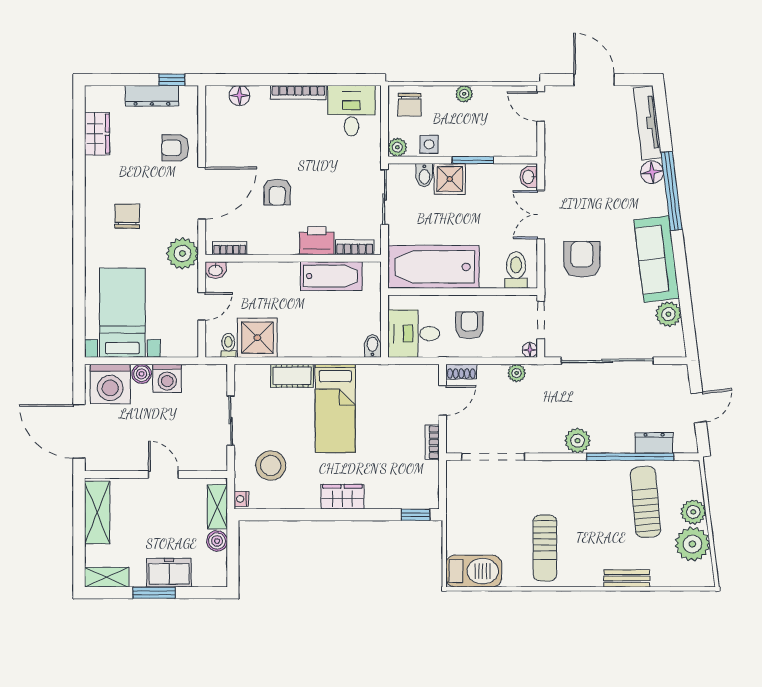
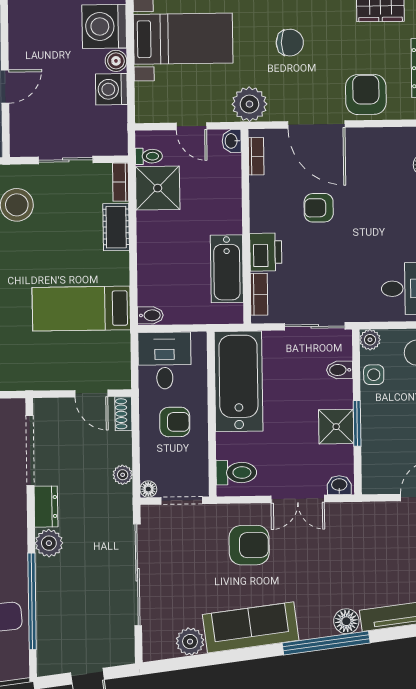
armchair: (175, 148) -> (366, 94), width x1.38, depth x1.38
shower: (450, 179) -> (336, 427), moved
double door: (541, 215) -> (298, 499), swing flipped
bed: (335, 408) -> (81, 309), moved
bookcase: (432, 442) -> (121, 182), moved, turned -90
dresser: (654, 443) -> (46, 507), moved

